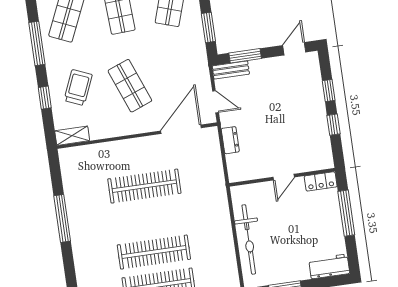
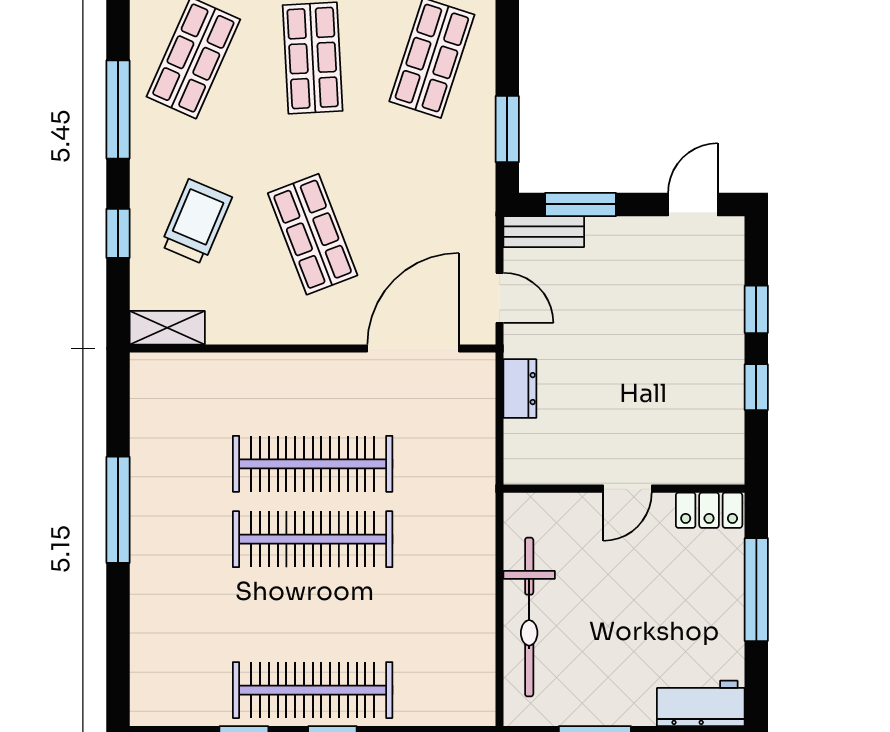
clothes rail: (154, 252) -> (313, 539), moved

